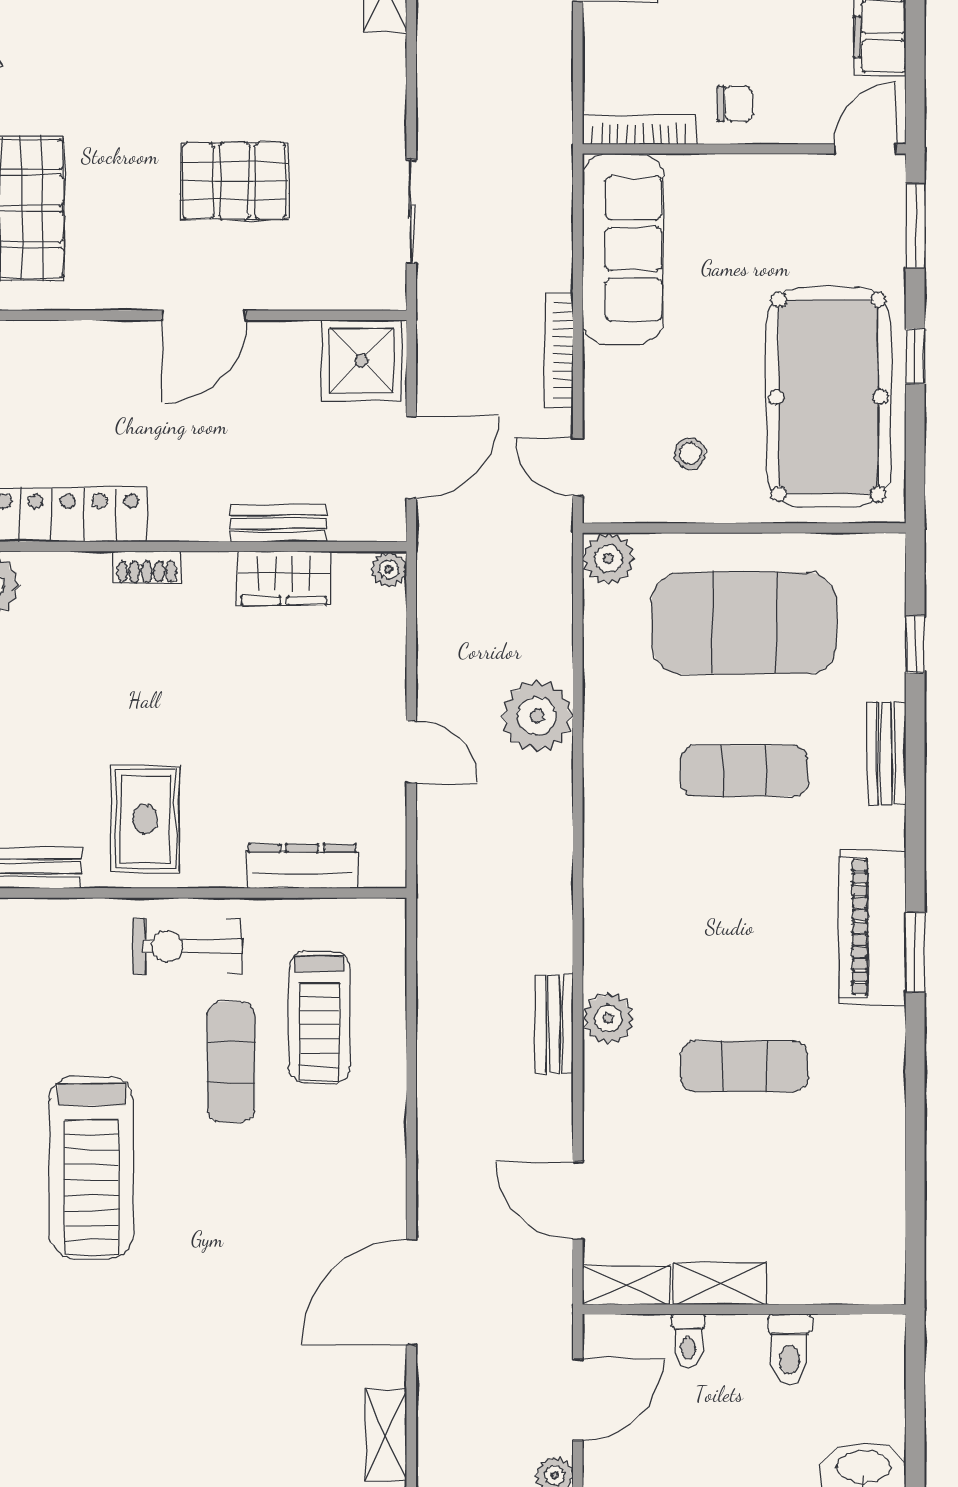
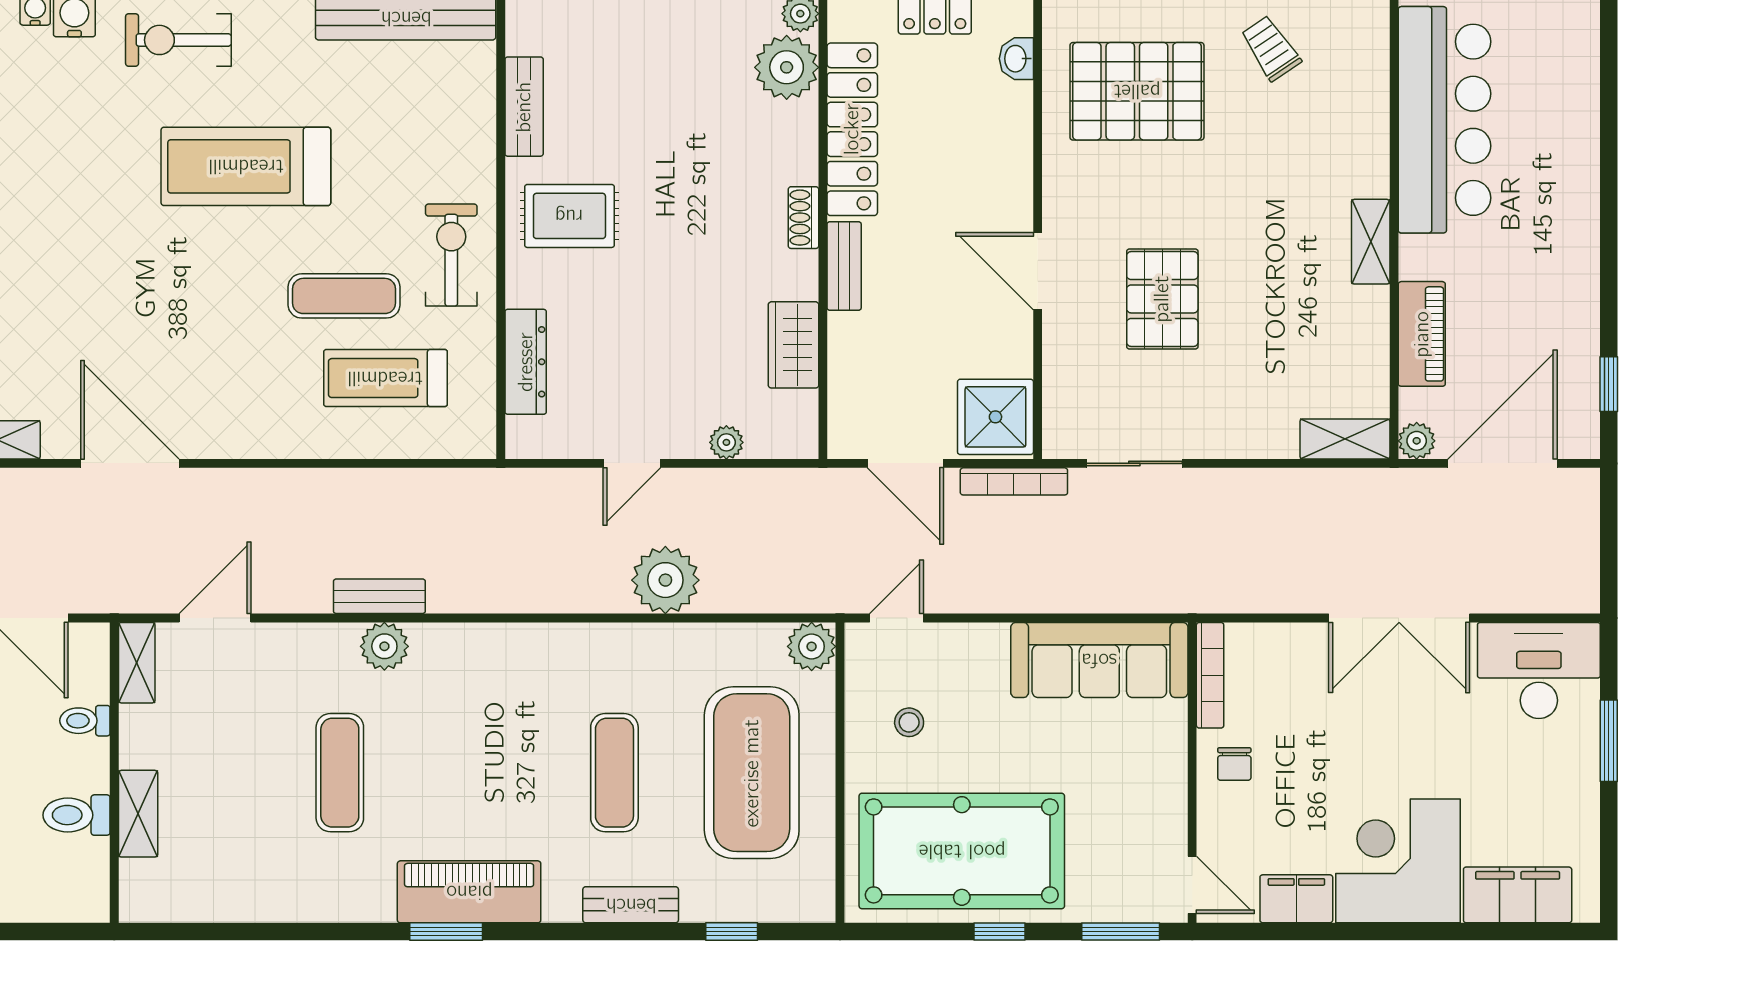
bookcase: (558, 350) -> (1014, 481), moved, turned 180
bench: (278, 524) -> (844, 266), moved
plant: (389, 569) -> (726, 442), moved
shelving: (720, 1283) -> (138, 814), moved

